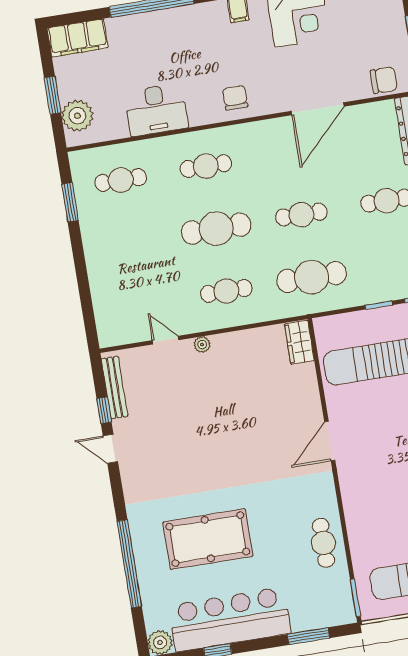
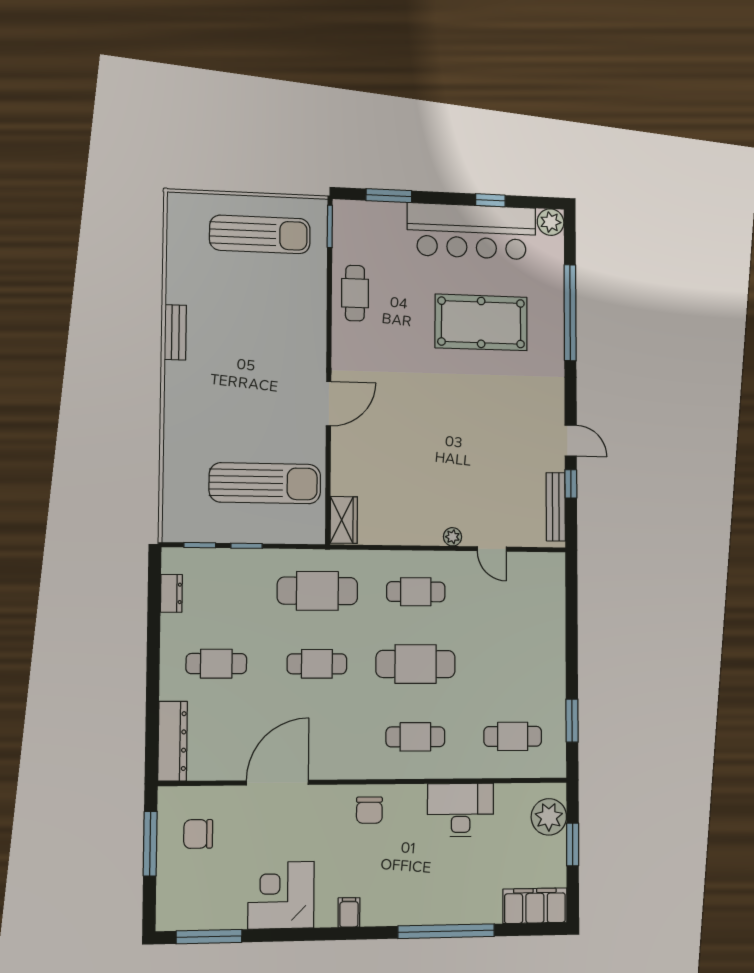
chair: (384, 80) -> (198, 834), moved

